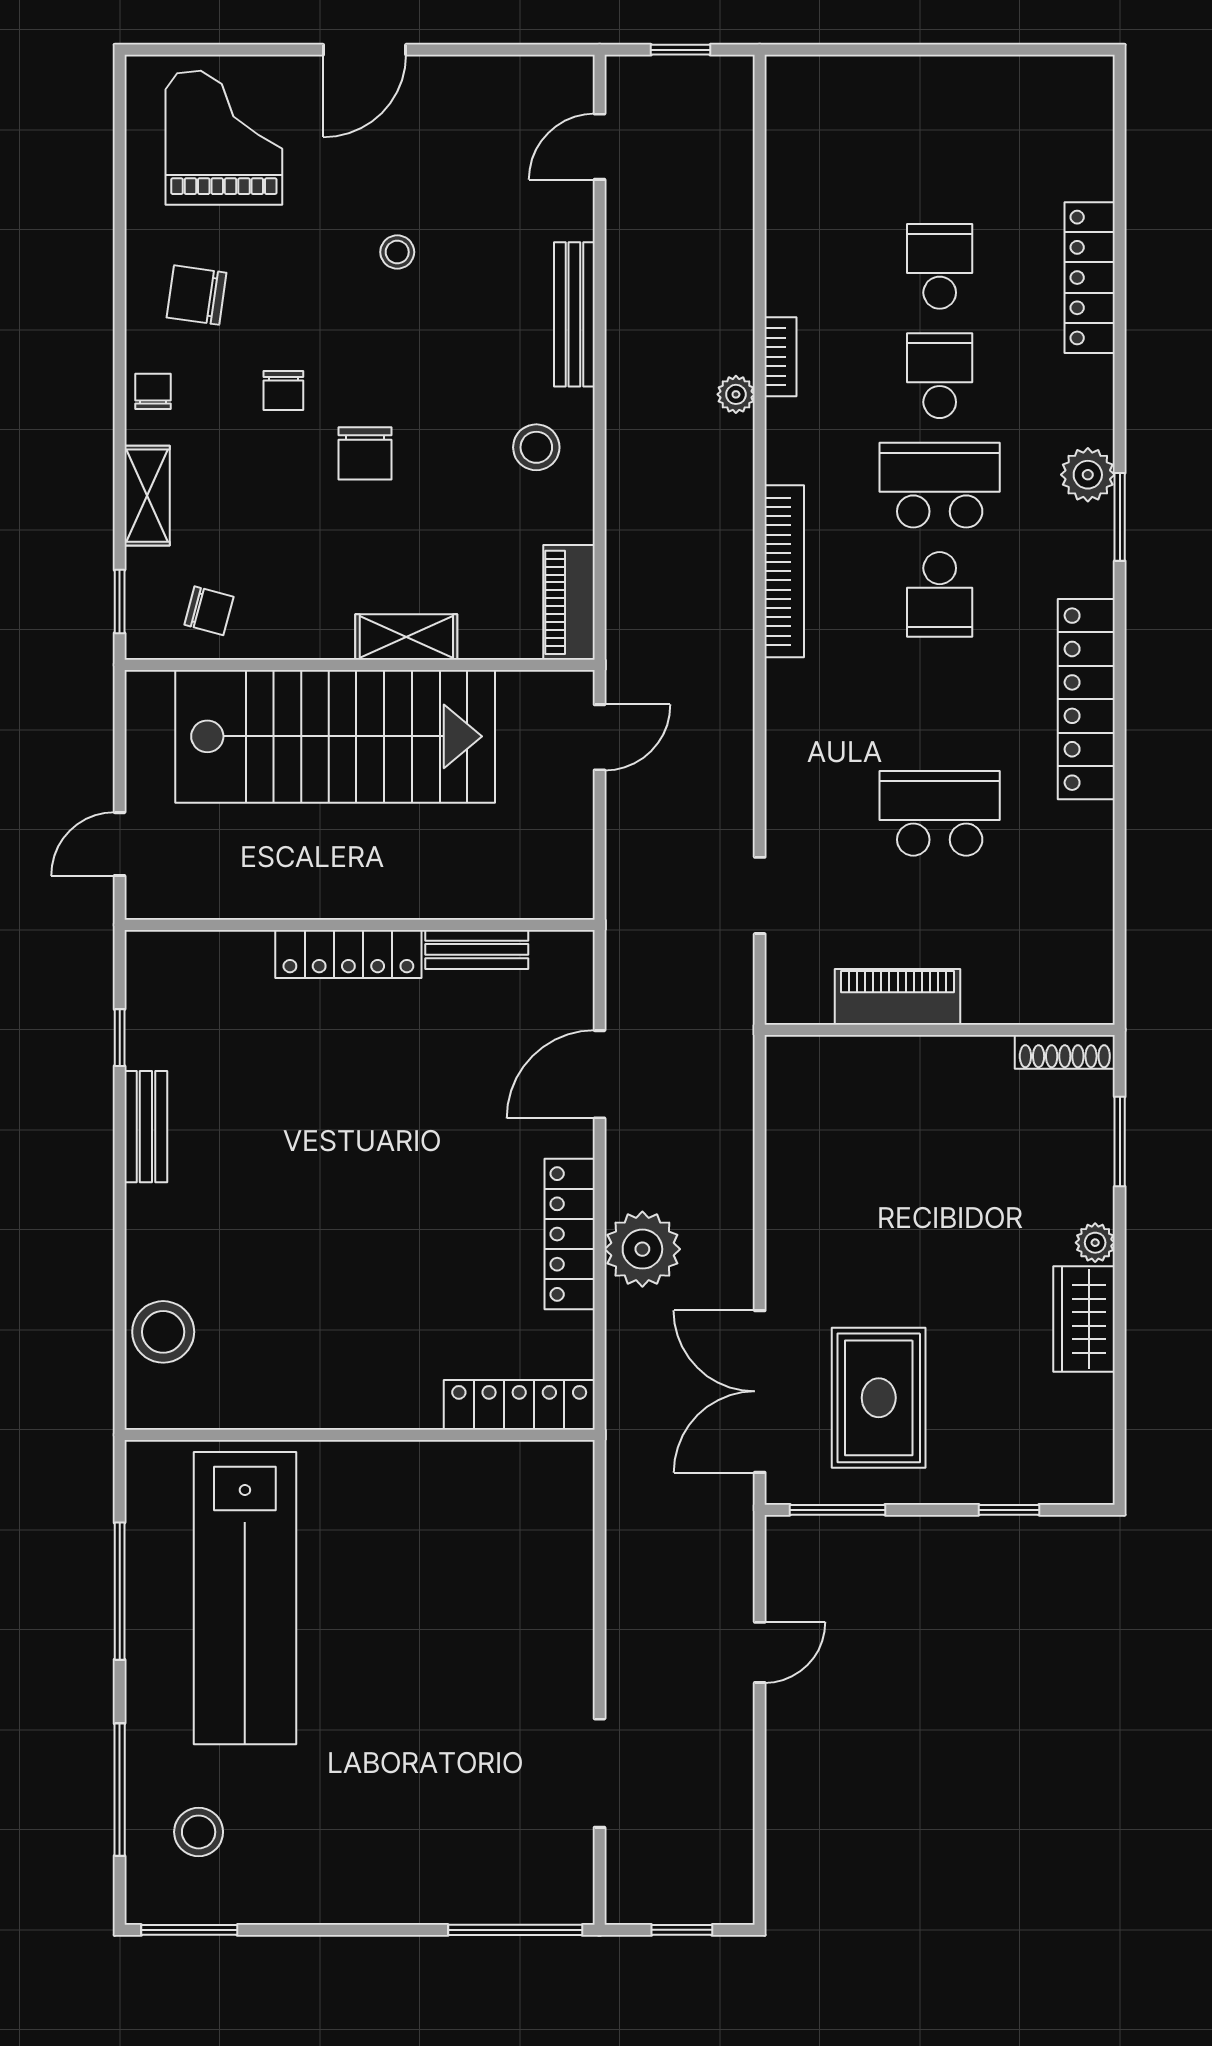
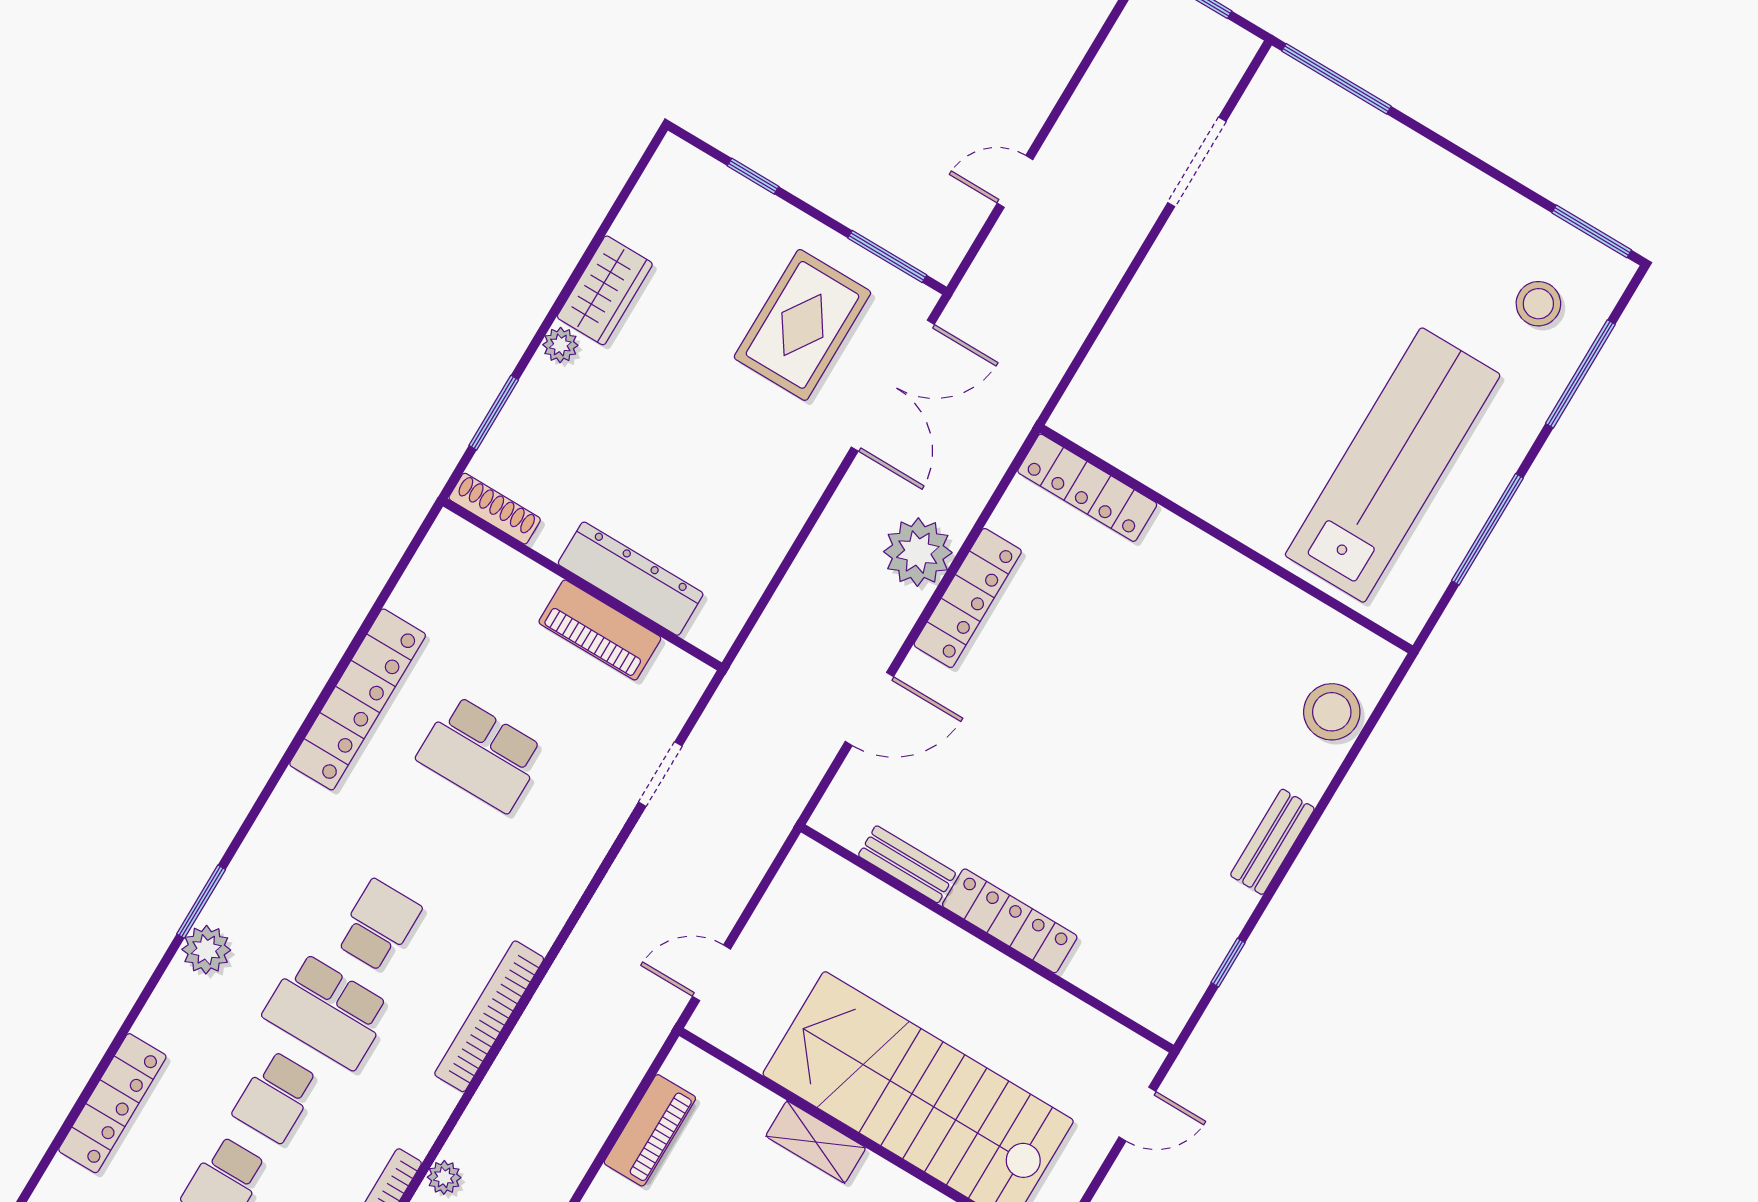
piano: (569, 602) -> (650, 1130), moved
locker: (1086, 699) -> (358, 699), moved
dresser: (898, 1062) -> (631, 579), added
bench: (146, 1127) -> (1272, 842), moved

